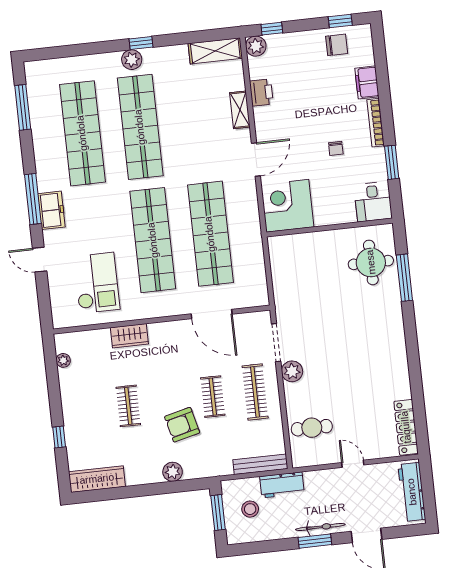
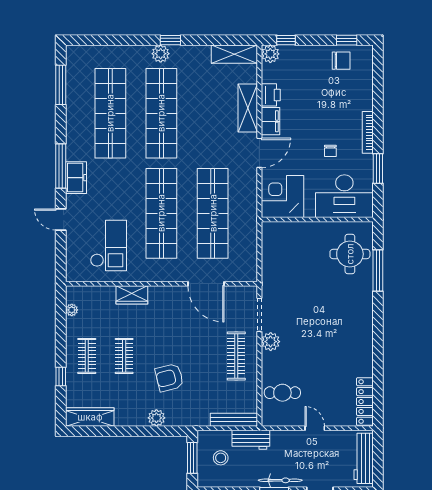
filing cabinet: (367, 82) -> (270, 121), moved, turned 180
shelving: (240, 110) -> (248, 108), width x1.50, depth x1.33
desk: (373, 202) -> (344, 196), width x1.87, depth x1.30
clothes rail: (213, 397) -> (87, 356), moved

